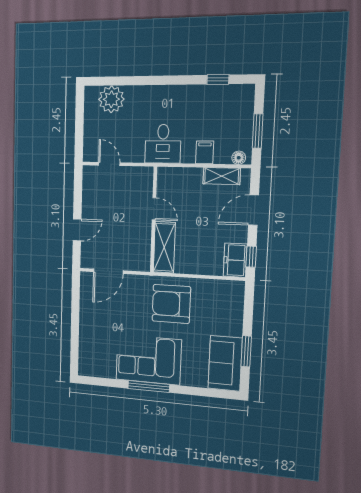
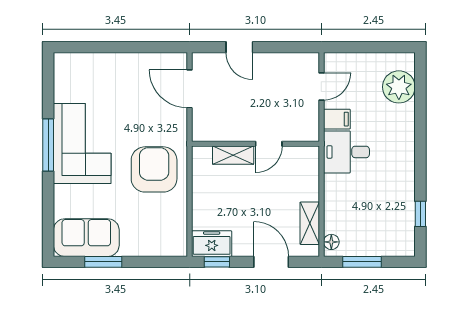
filing cabinet: (205, 152) -> (337, 119), moved
shelving: (164, 247) -> (233, 155), width x0.67, depth x0.75

